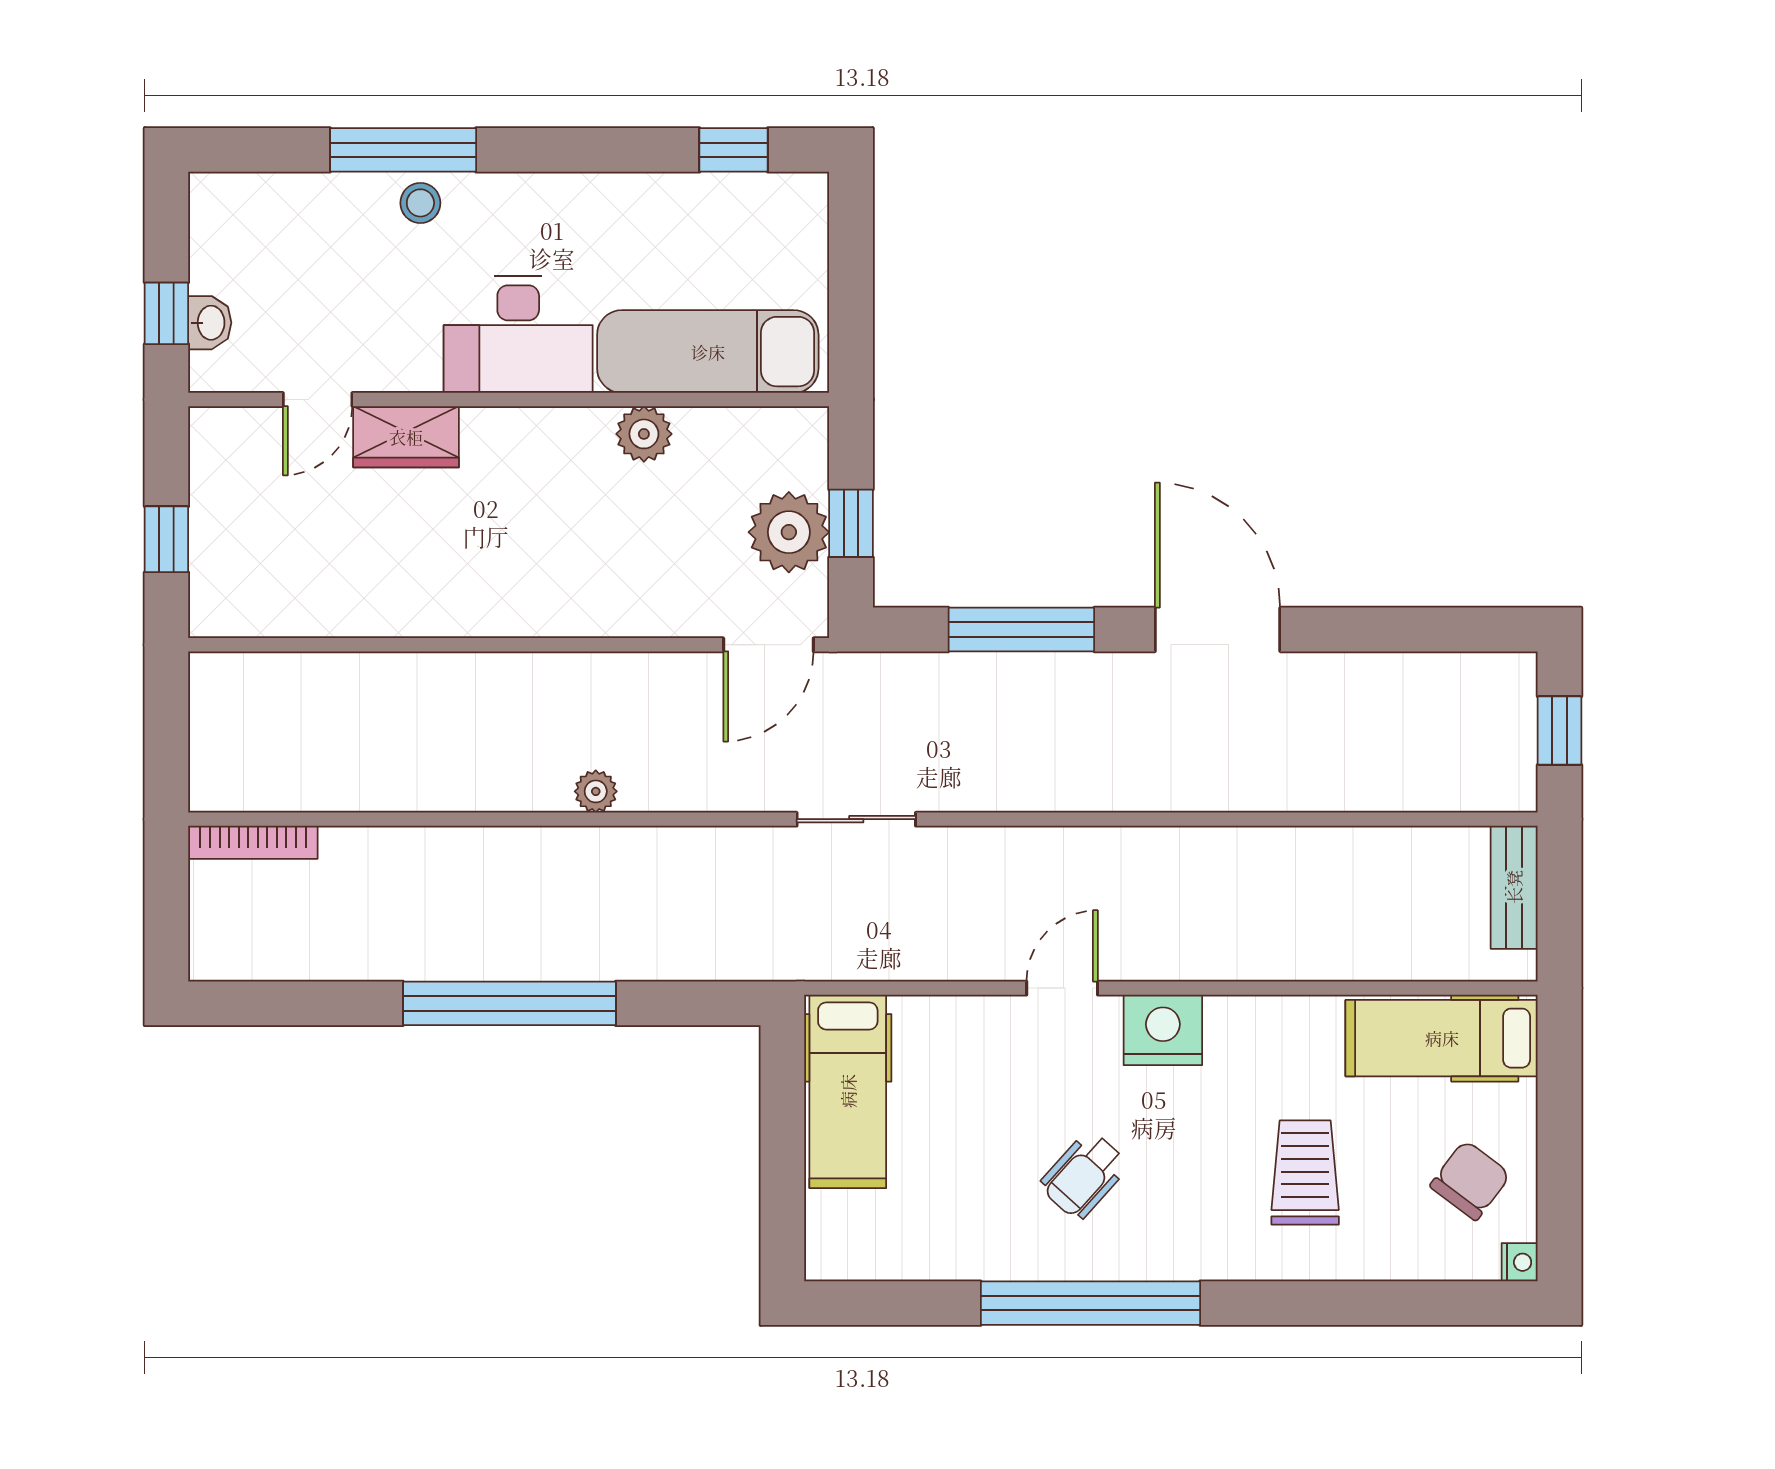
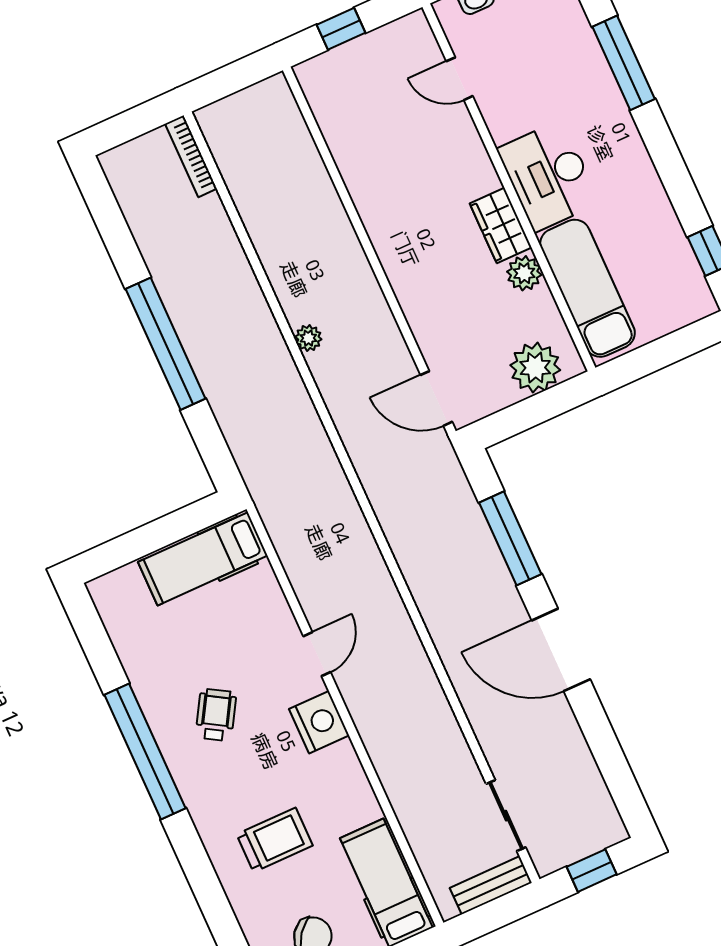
stool: (420, 203) -> (598, 86), removed
wardrobe: (406, 437) -> (501, 225), moved
window: (851, 523) -> (527, 414), removed
plant: (789, 532) -> (535, 368), moved
door: (1218, 630) -> (561, 650), swing flipped
sliding door: (856, 819) -> (506, 816), moved
door: (1062, 988) -> (317, 654), hinge flipped
wheelchair: (1084, 1175) -> (216, 715), turned 79

